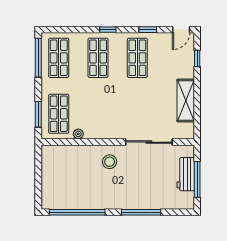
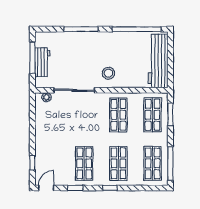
shelving: (186, 100) -> (42, 126), removed
shop shelf: (98, 114) -> (118, 115), added
plant: (78, 134) -> (47, 97), moved
workbench: (52, 176) -> (158, 61), added

